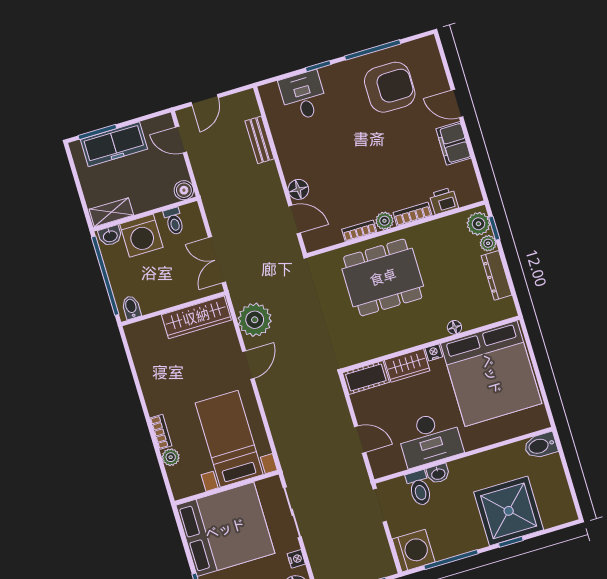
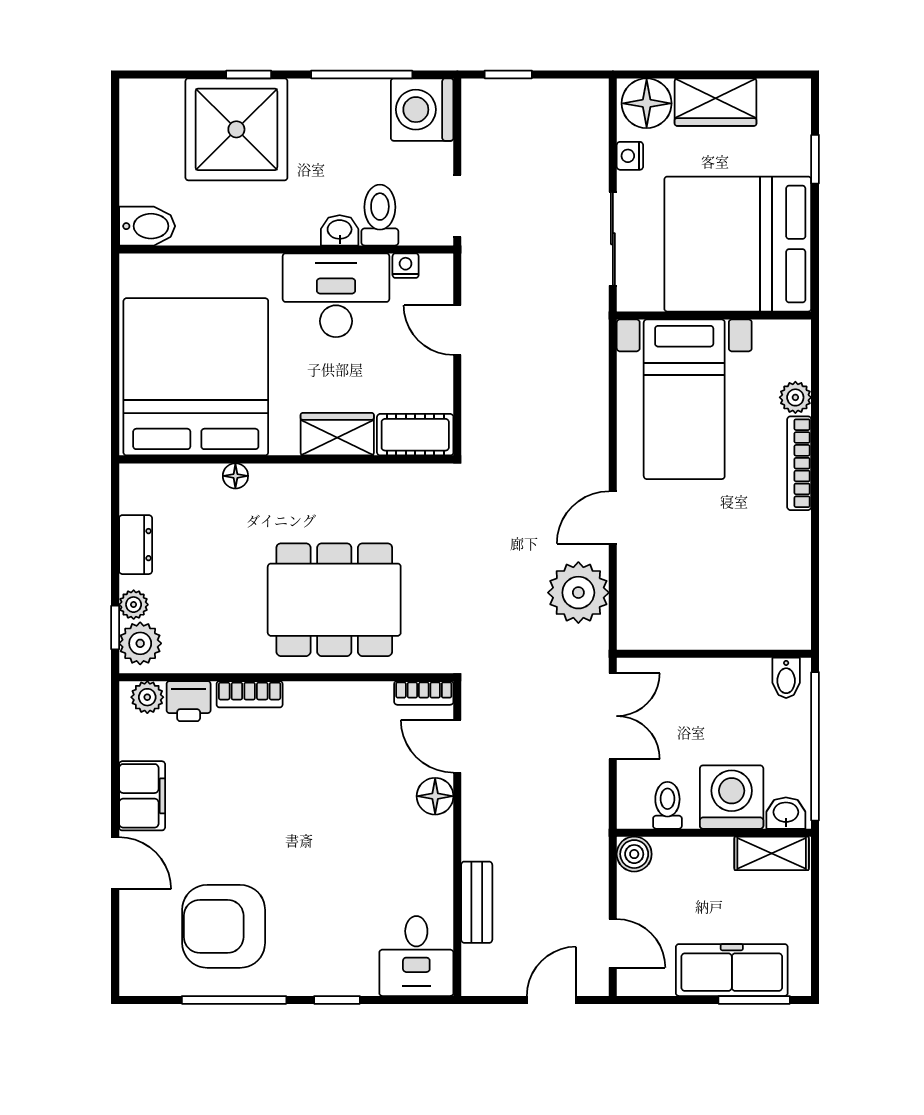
desk: (303, 96) -> (416, 956), moved
plant: (384, 221) -> (147, 697), moved
bookcase: (359, 231) -> (424, 693), moved
dresser: (497, 275) -> (136, 545), width x0.70
wardrobe: (196, 317) -> (678, 627), removed
nightstand: (434, 352) -> (406, 266), moved, turned 180
bookcase: (161, 432) -> (799, 463), width x1.56

